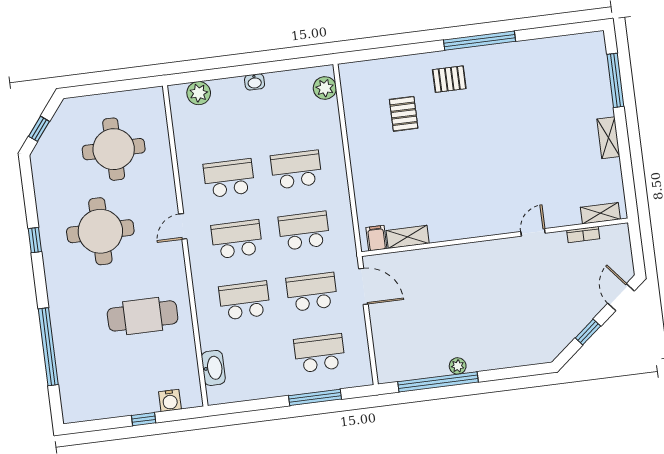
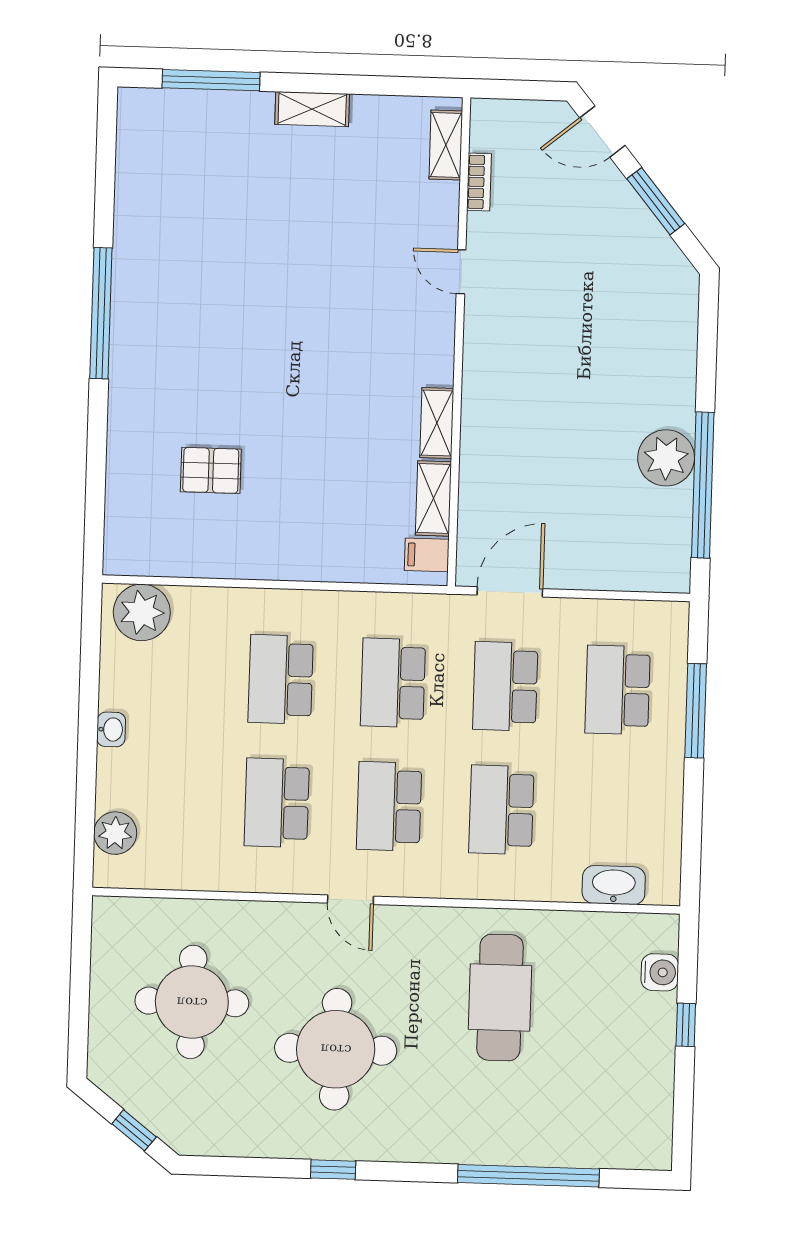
pallet: (449, 79) -> (161, 379), removed
plant: (325, 88) -> (142, 612), width x1.36, depth x1.36
shelving: (449, 232) -> (437, 423), added
window: (588, 332) -> (656, 201), width x1.50
plant: (458, 366) -> (666, 458), width x1.87, depth x1.87

